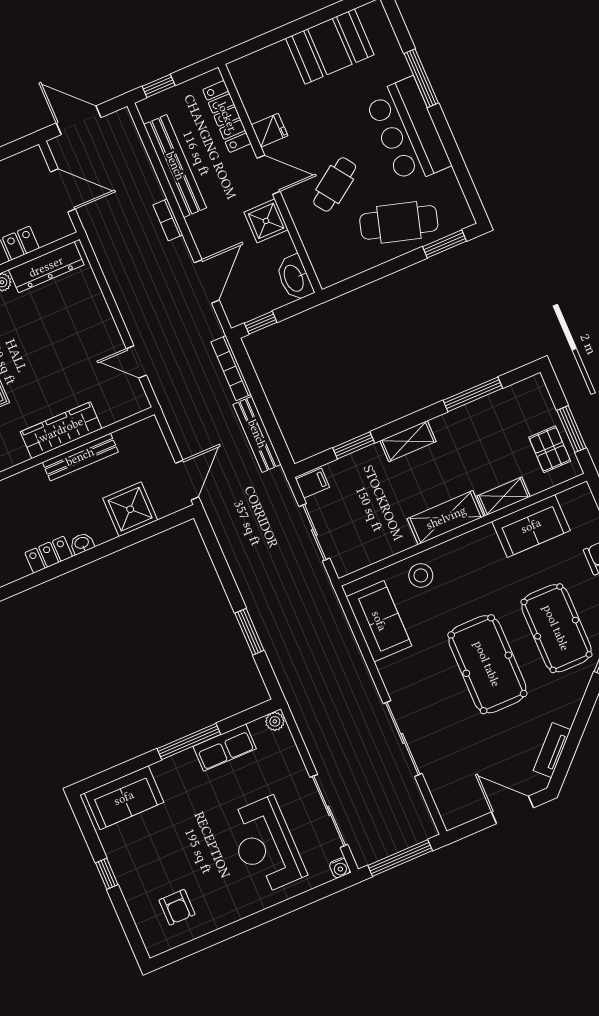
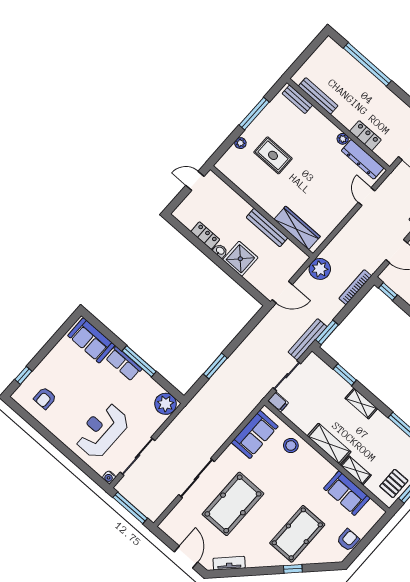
door: (136, 362) -> (367, 197), moved
plant: (179, 408) -> (320, 269), added
wardrobe: (61, 430) -> (297, 228), moved
bench: (257, 434) -> (307, 339), moved
window: (278, 442) -> (327, 332), added
filing cabinet: (313, 483) -> (278, 402), moved
shower: (130, 509) -> (240, 259), moved
pool table: (487, 664) -> (233, 504), moved
plant: (275, 721) -> (166, 404), width x1.88, depth x1.88
row of seats: (225, 748) -> (124, 364), moved
window: (107, 874) -> (23, 375), moved

